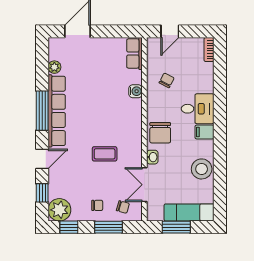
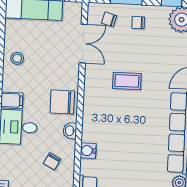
chair: (160, 133) -> (62, 102), turned -90
washbasin: (152, 157) -> (70, 131), moved
stool: (202, 169) -> (17, 58), width x0.53, depth x0.53

